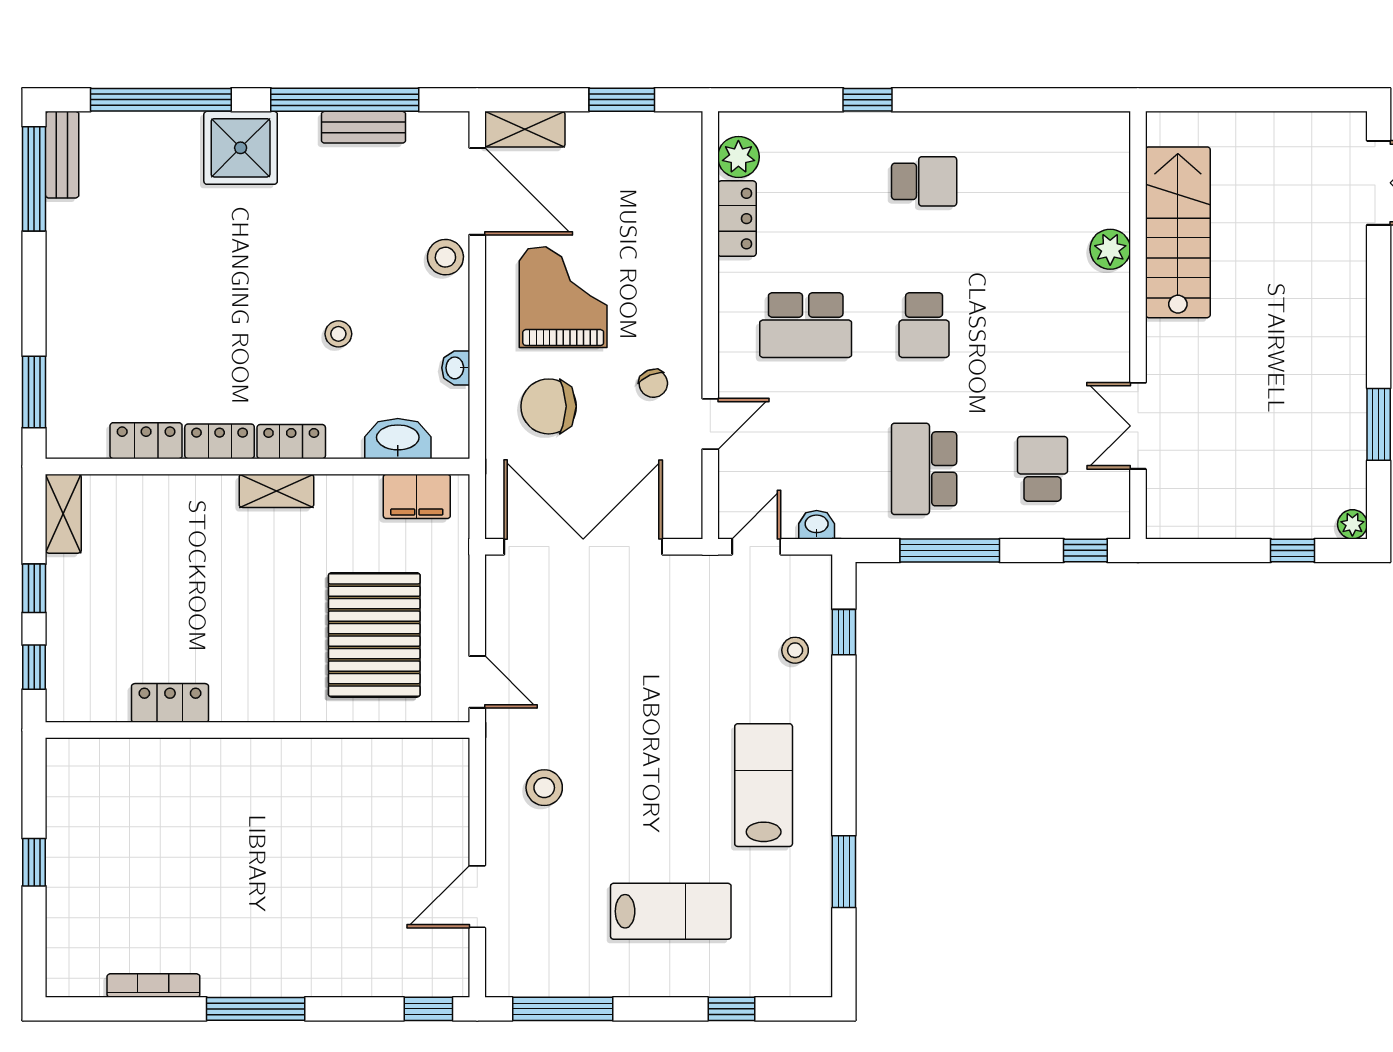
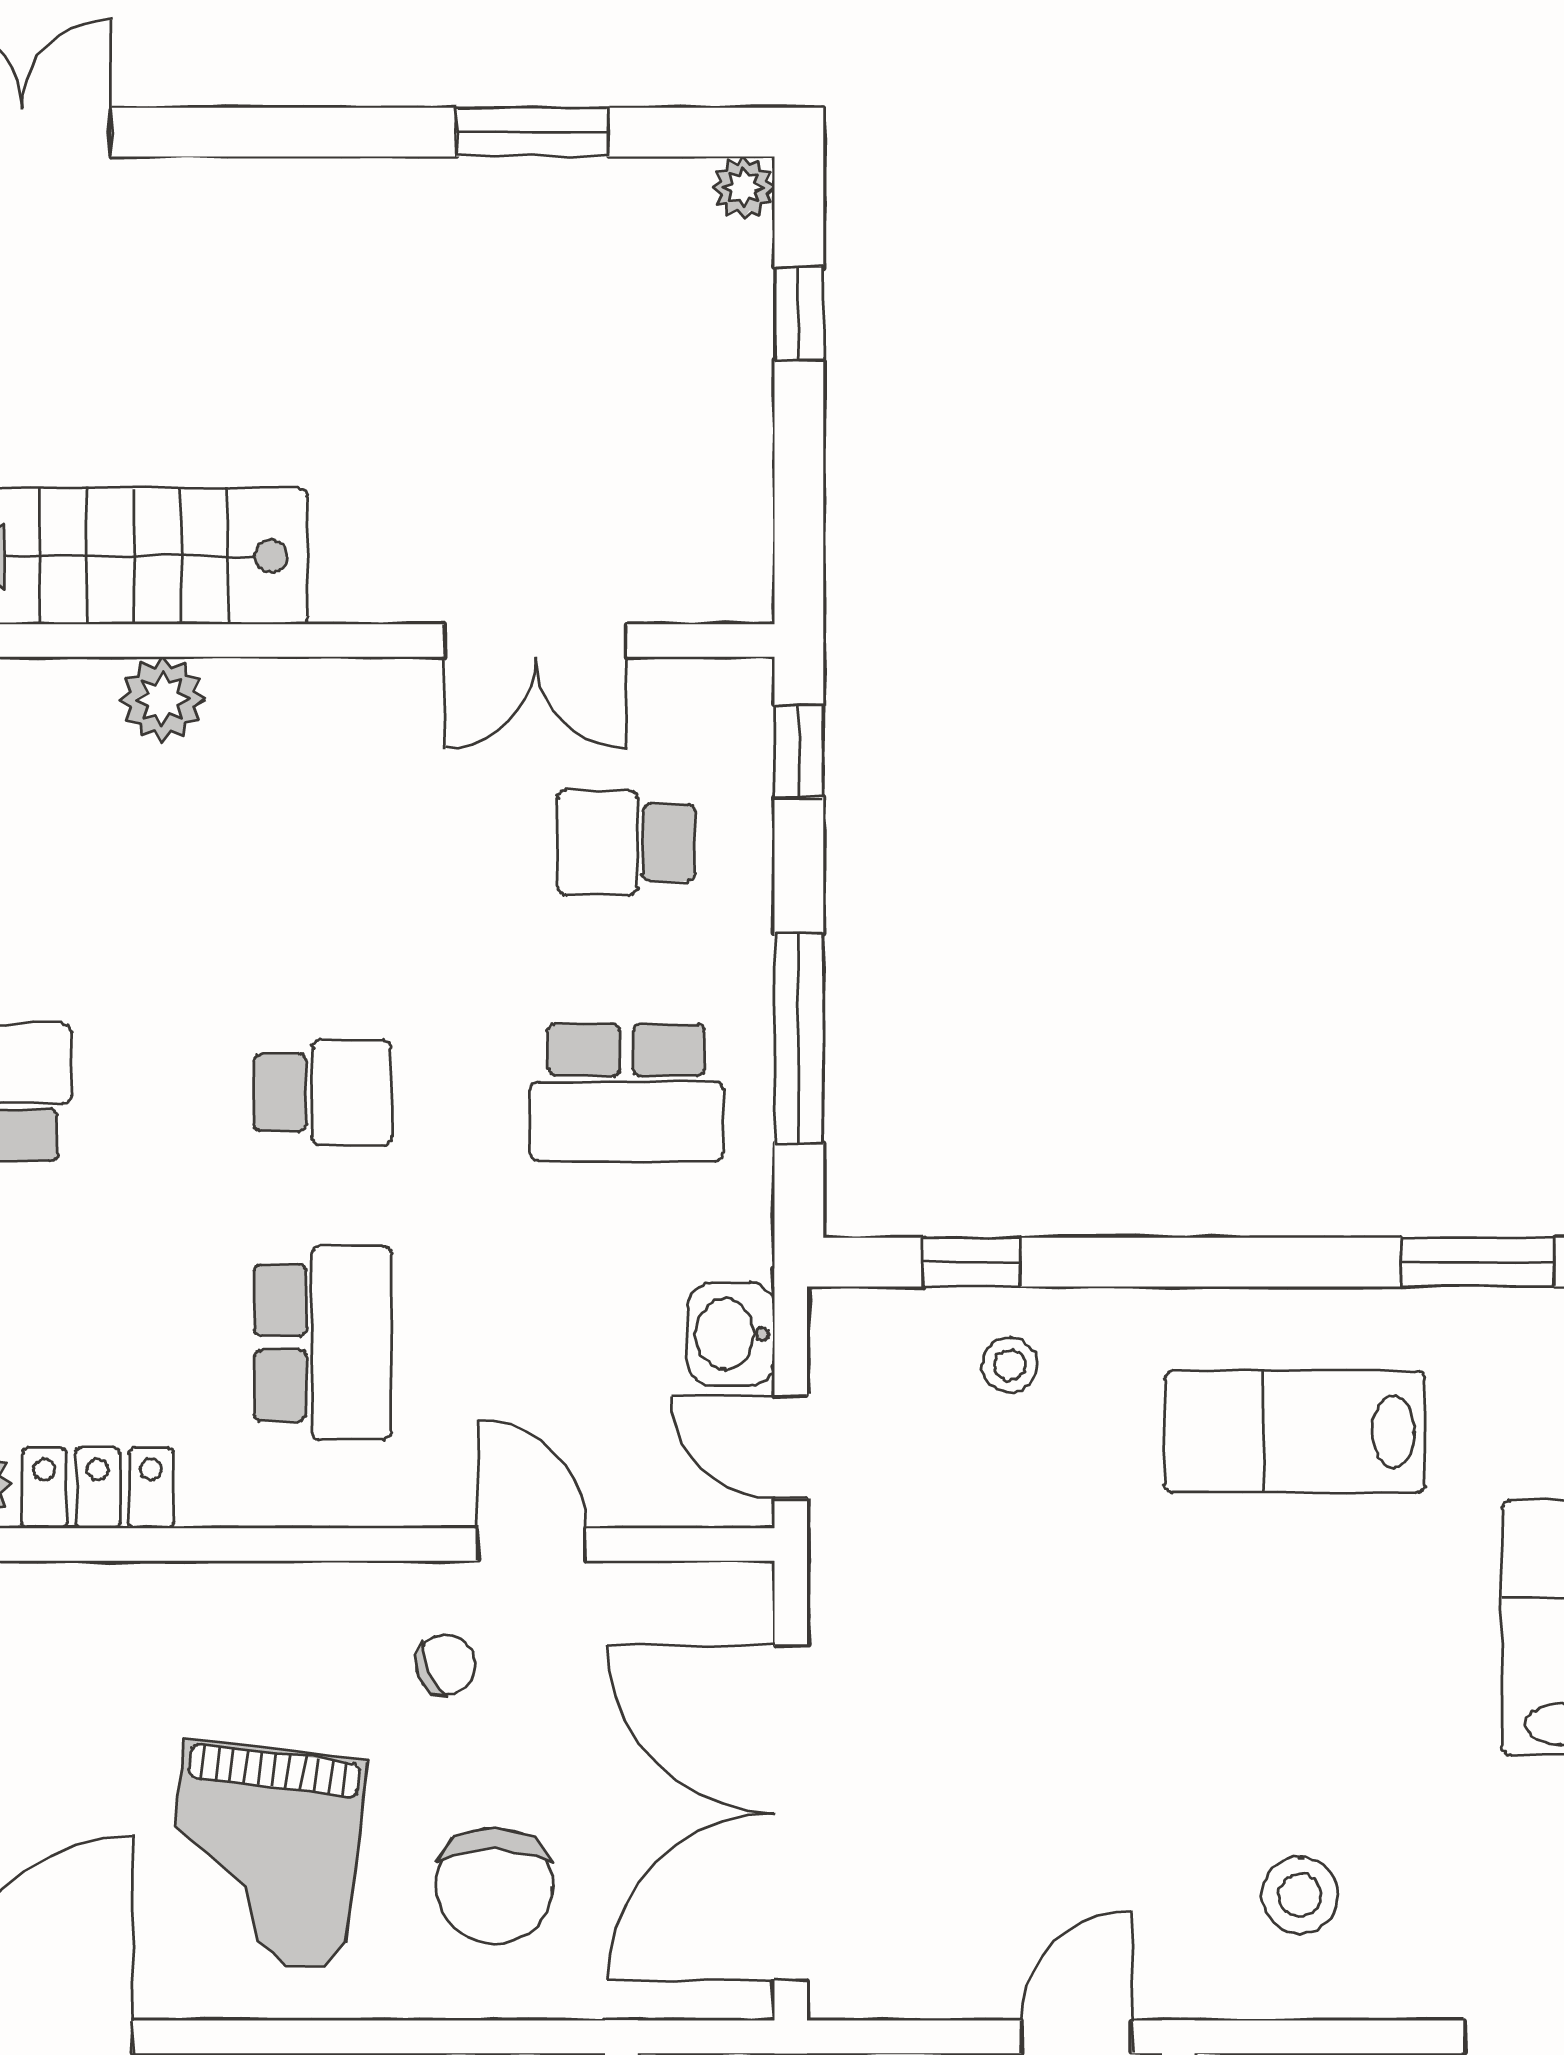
grand piano: (563, 297) -> (264, 1855), turned -83
washbasin: (817, 525) -> (731, 1334), width x1.38, depth x1.45

